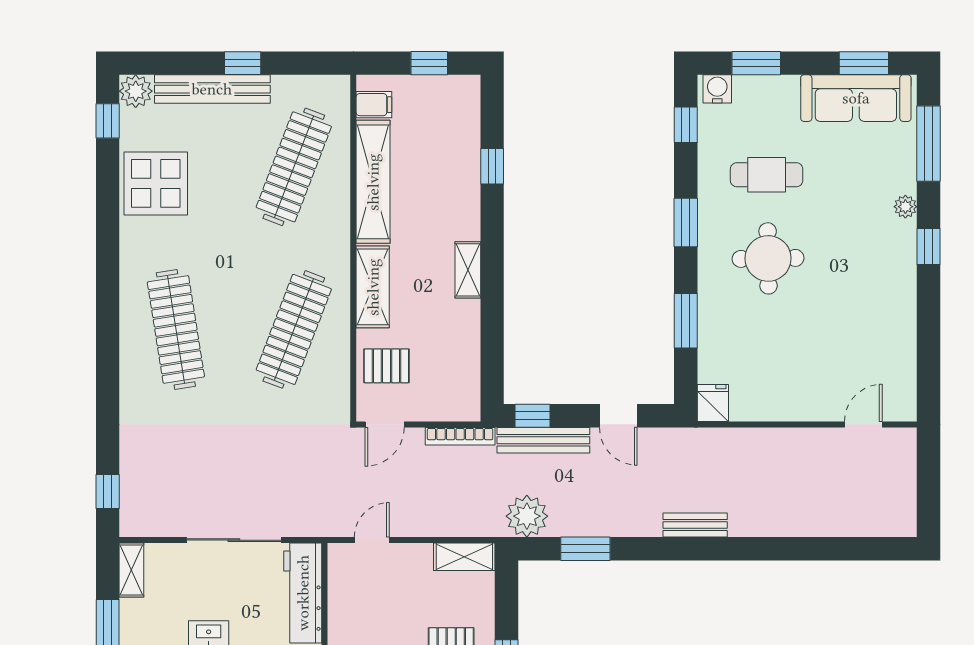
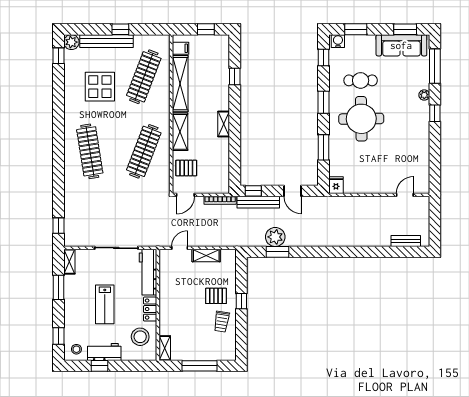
display table: (156, 183) -> (100, 87), moved
round table: (768, 258) -> (361, 119), width x1.36, depth x1.36
plant: (527, 516) -> (275, 237), moved
bench: (695, 525) -> (406, 241), moved
shelving: (464, 557) -> (206, 256), moved

